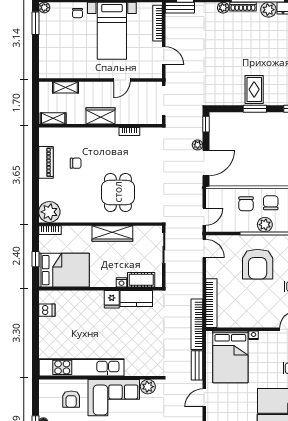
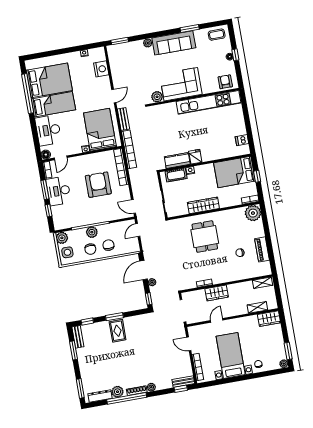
wardrobe: (53, 70) -> (269, 319), added
wardrobe: (100, 116) -> (217, 293), moved
armchair: (258, 264) -> (98, 185), moved
armchair: (71, 399) -> (225, 82), moved

